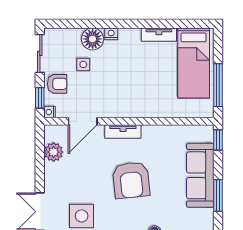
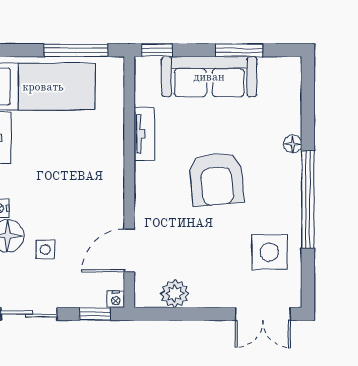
armchair: (57, 84) -> (74, 288), removed
door: (83, 121) -> (129, 251), swing flipped
tv unit: (123, 131) -> (144, 134), moved
armchair: (131, 180) -> (216, 179), turned 91

